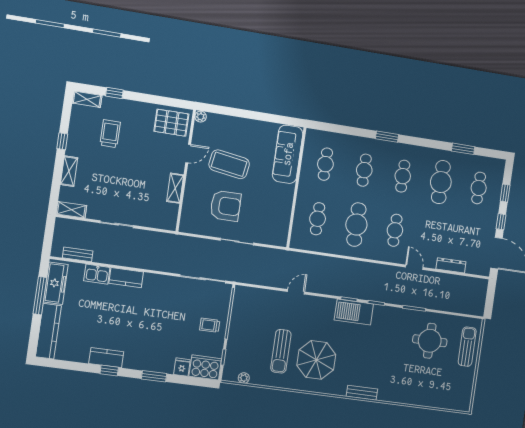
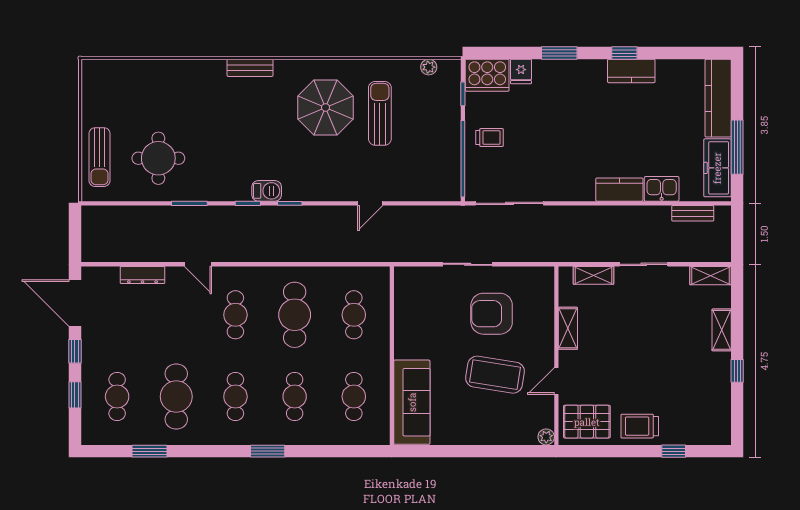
shelving: (87, 99) -> (594, 275), moved
trolley: (110, 134) -> (640, 426), moved, turned 90
barbecue: (354, 312) -> (267, 191), width x0.53, depth x0.65

